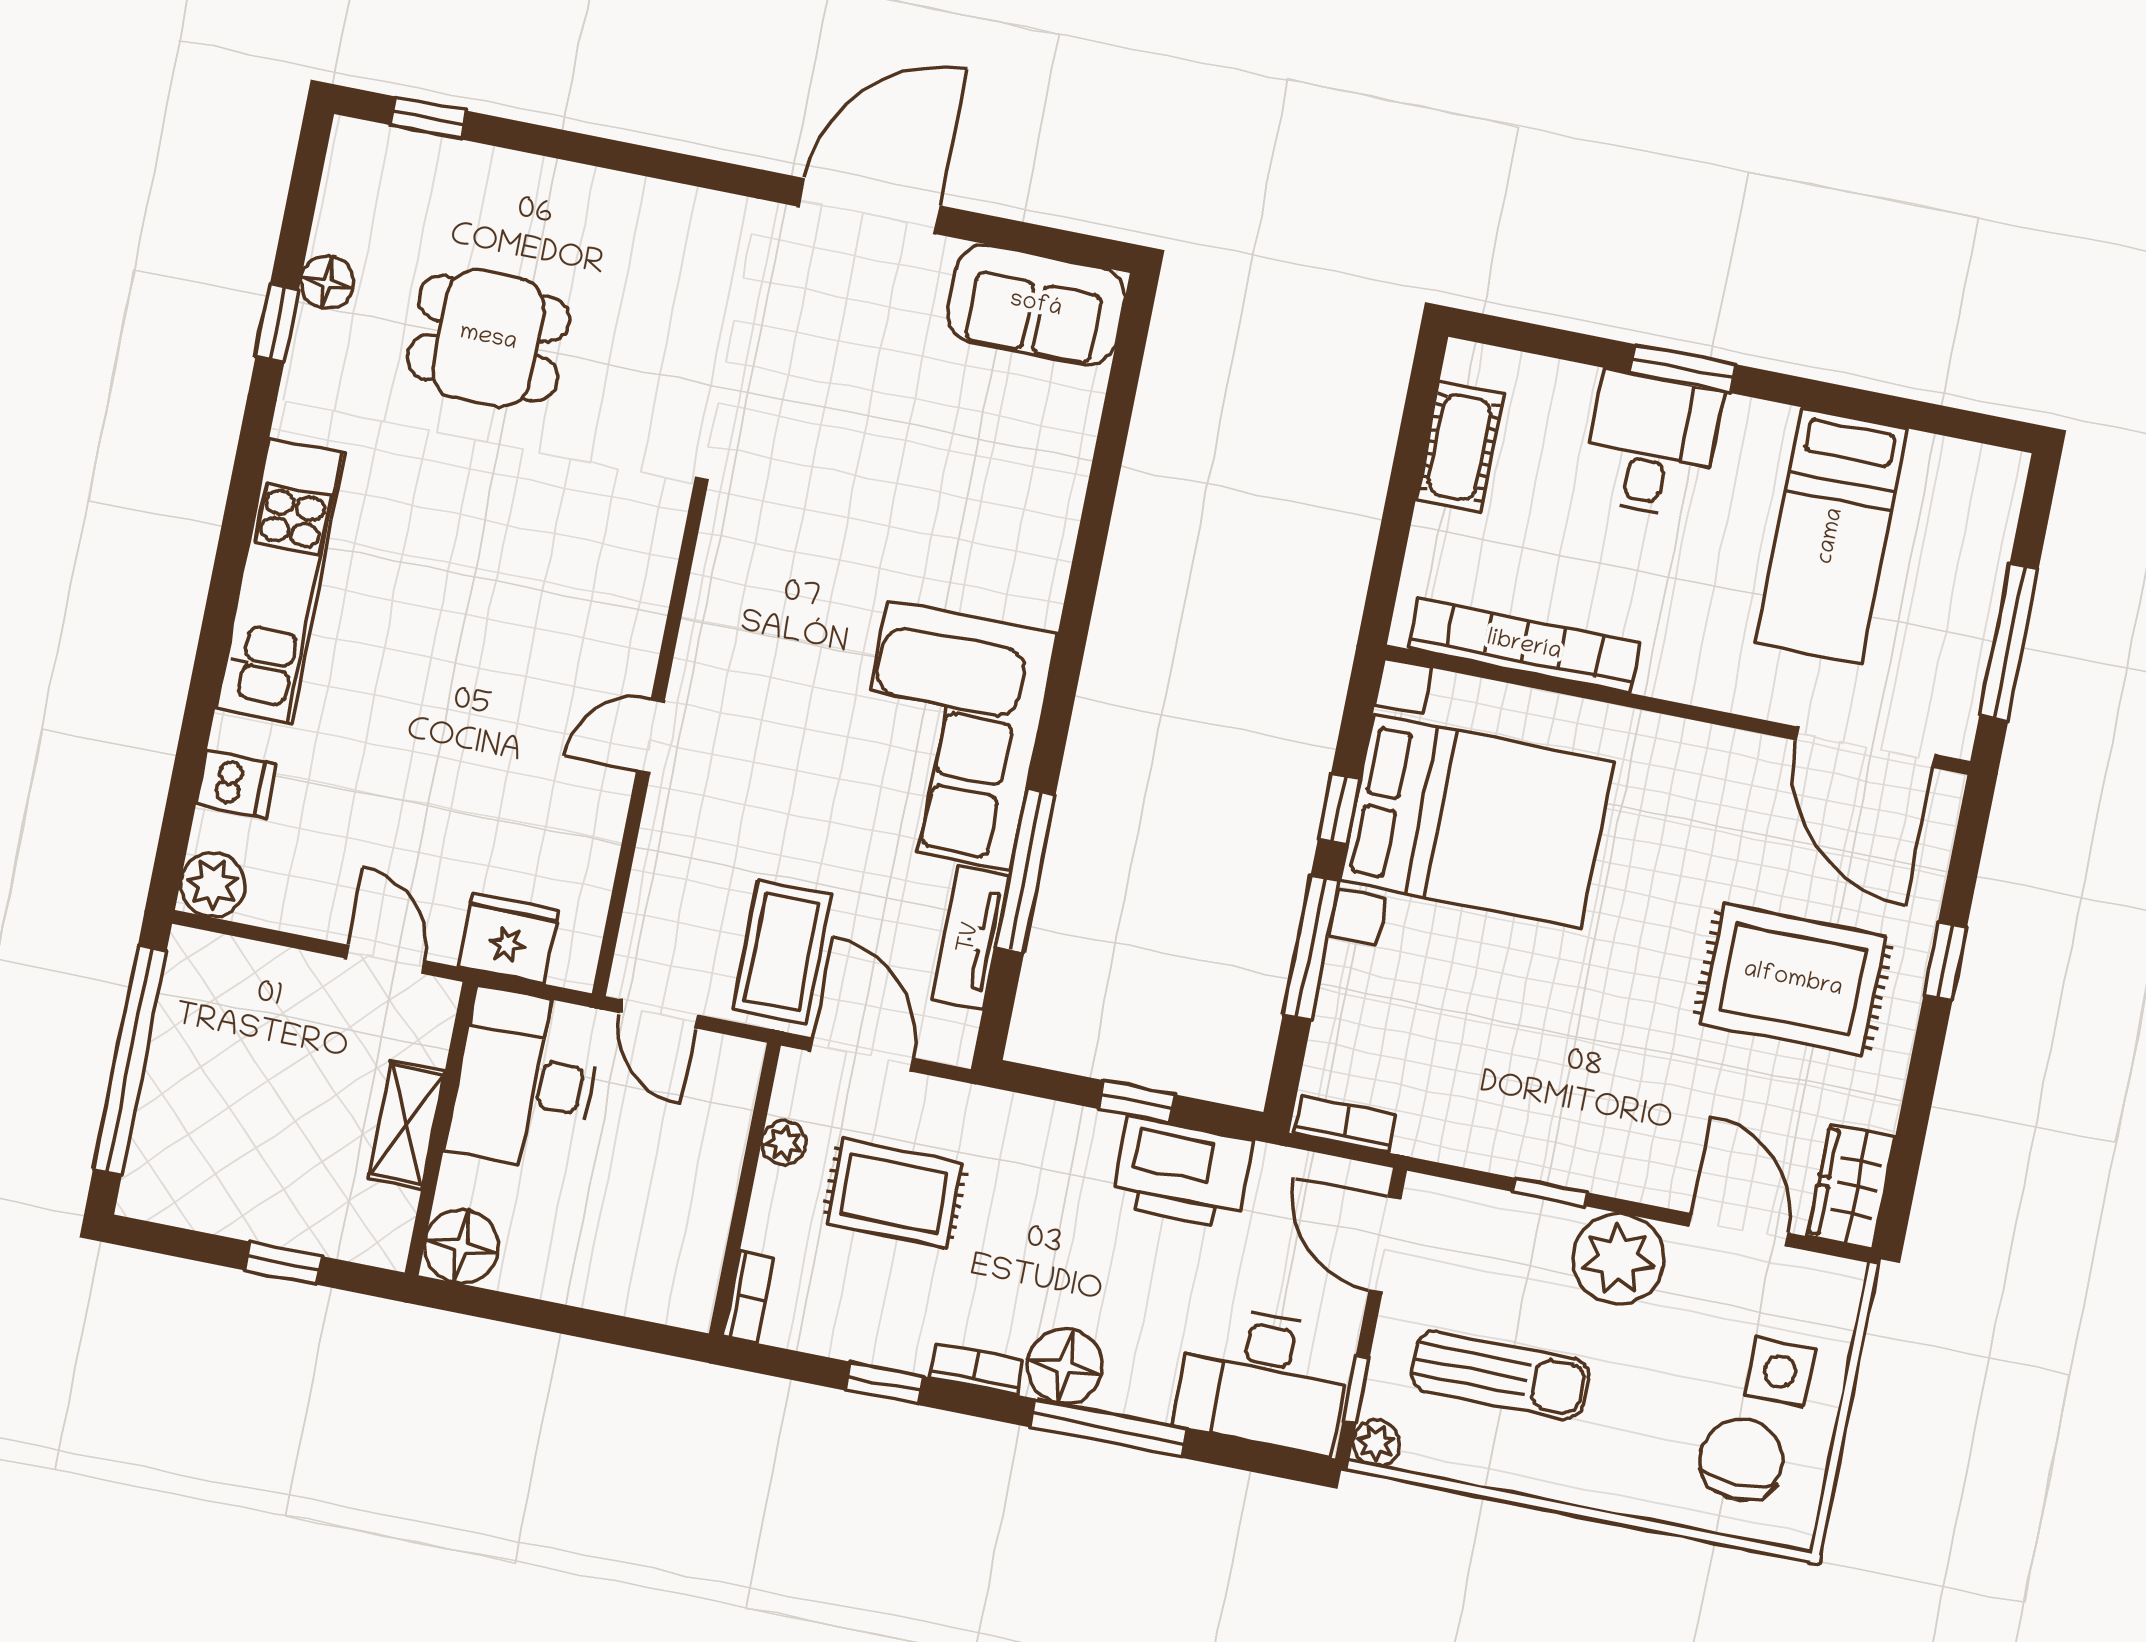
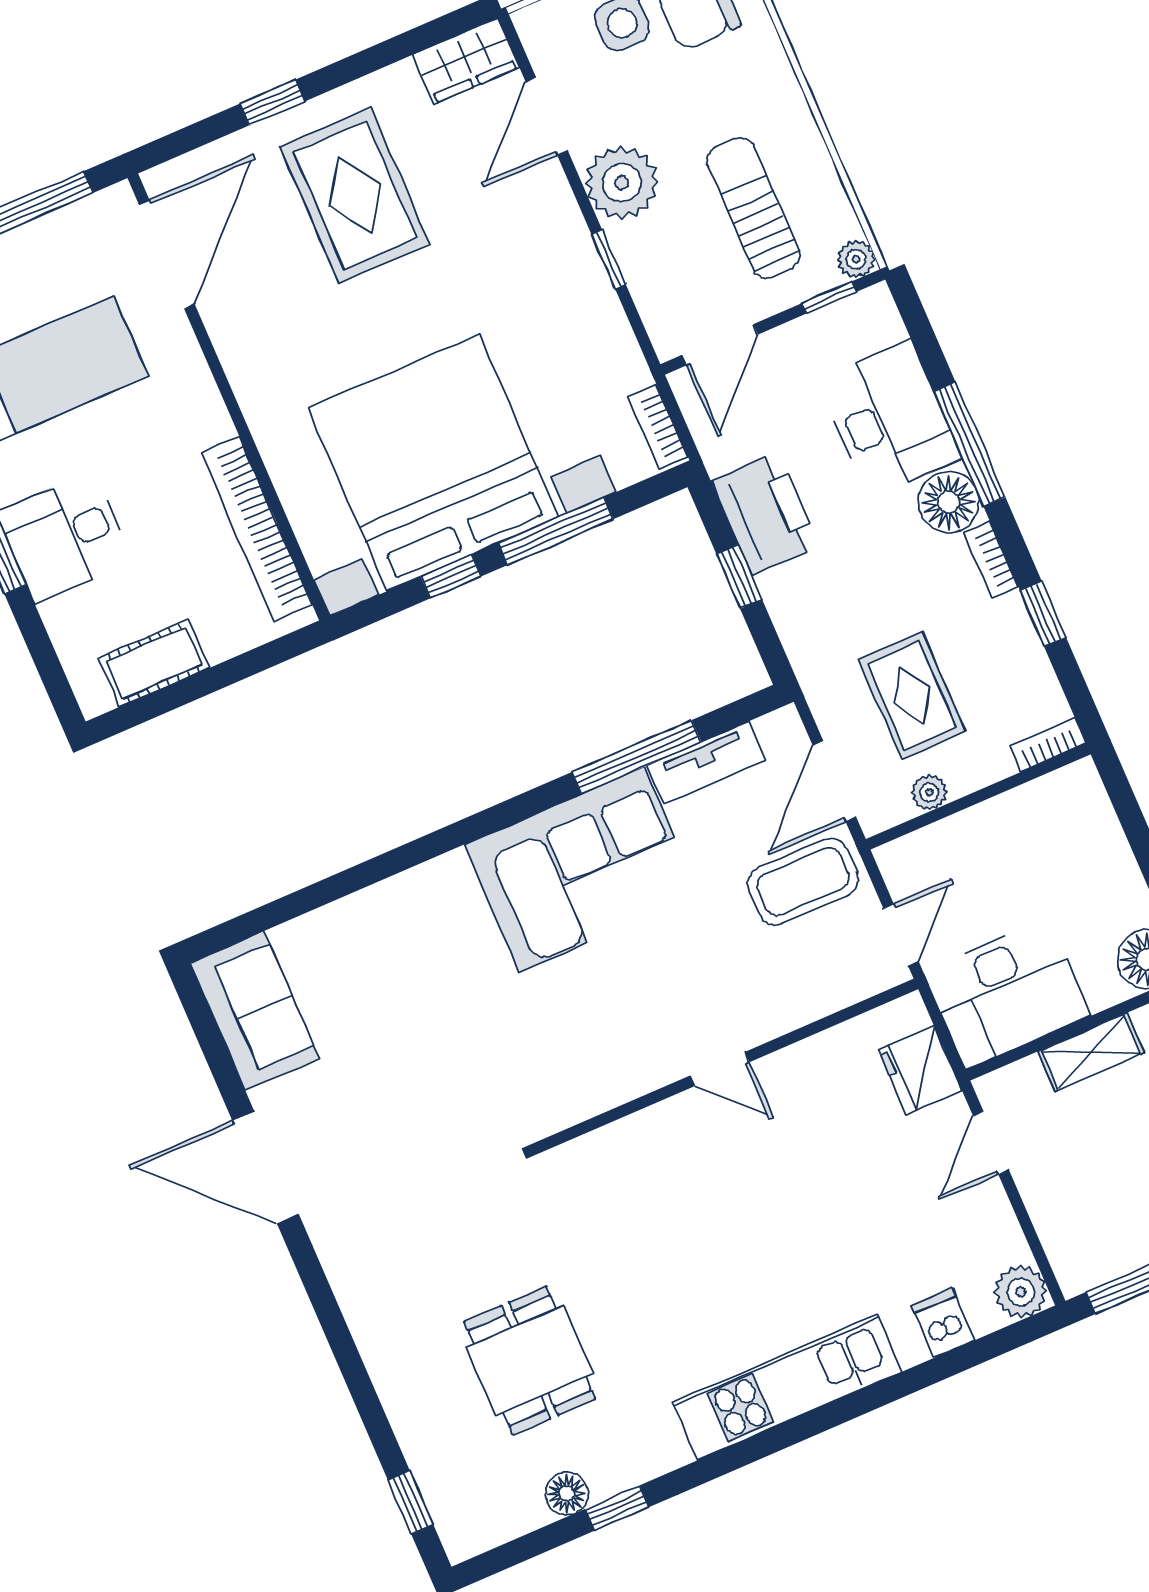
bed with nightstands: (1477, 821) -> (433, 463), width x1.36
desk: (1263, 1379) -> (890, 419), moved

